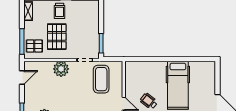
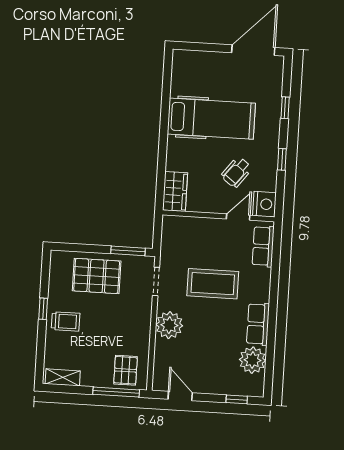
pallet: (57, 37) -> (97, 276), moved
wardrobe: (136, 68) -> (175, 191), added
coffee table: (101, 79) -> (213, 284), moved

